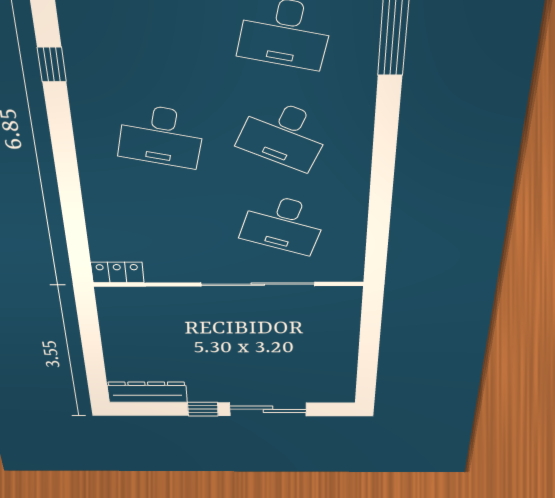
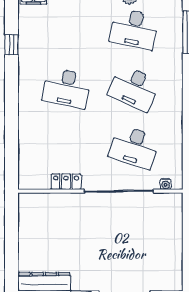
locker: (117, 272) -> (66, 182), moved
water cooler: (335, 274) -> (166, 184), added

